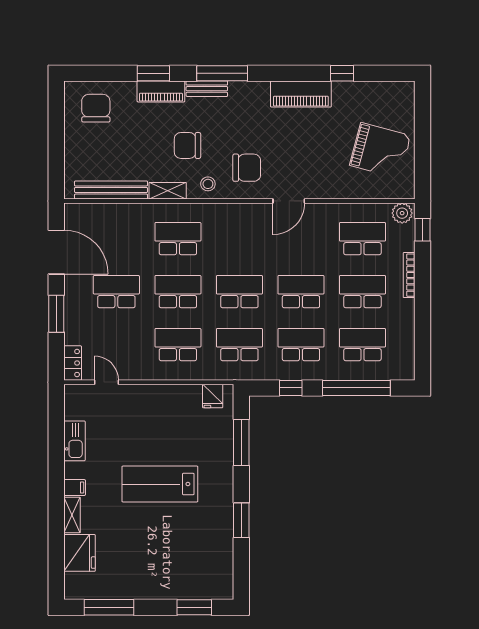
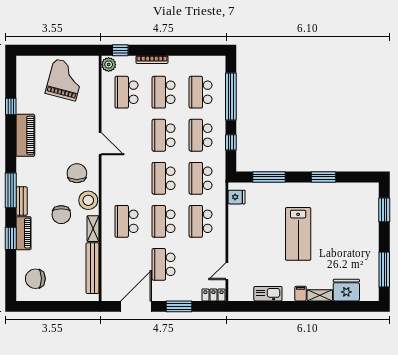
stool: (208, 184) -> (88, 200), width x1.89, depth x1.89

